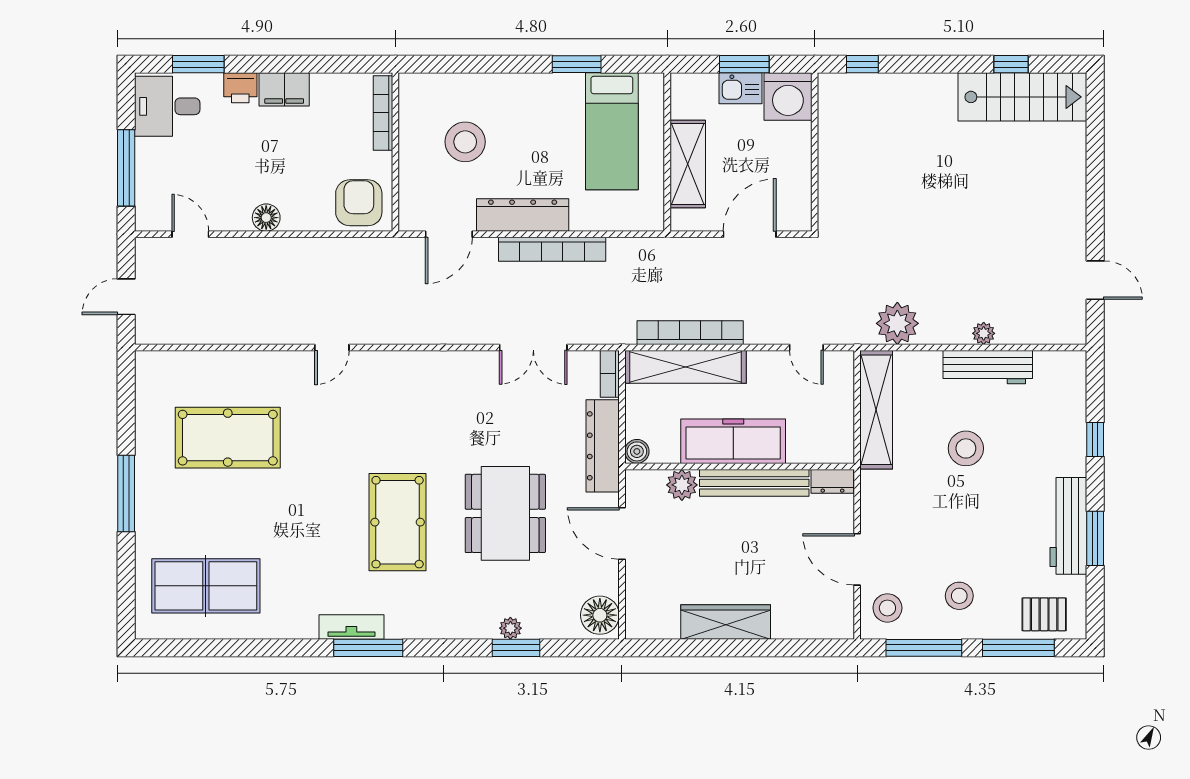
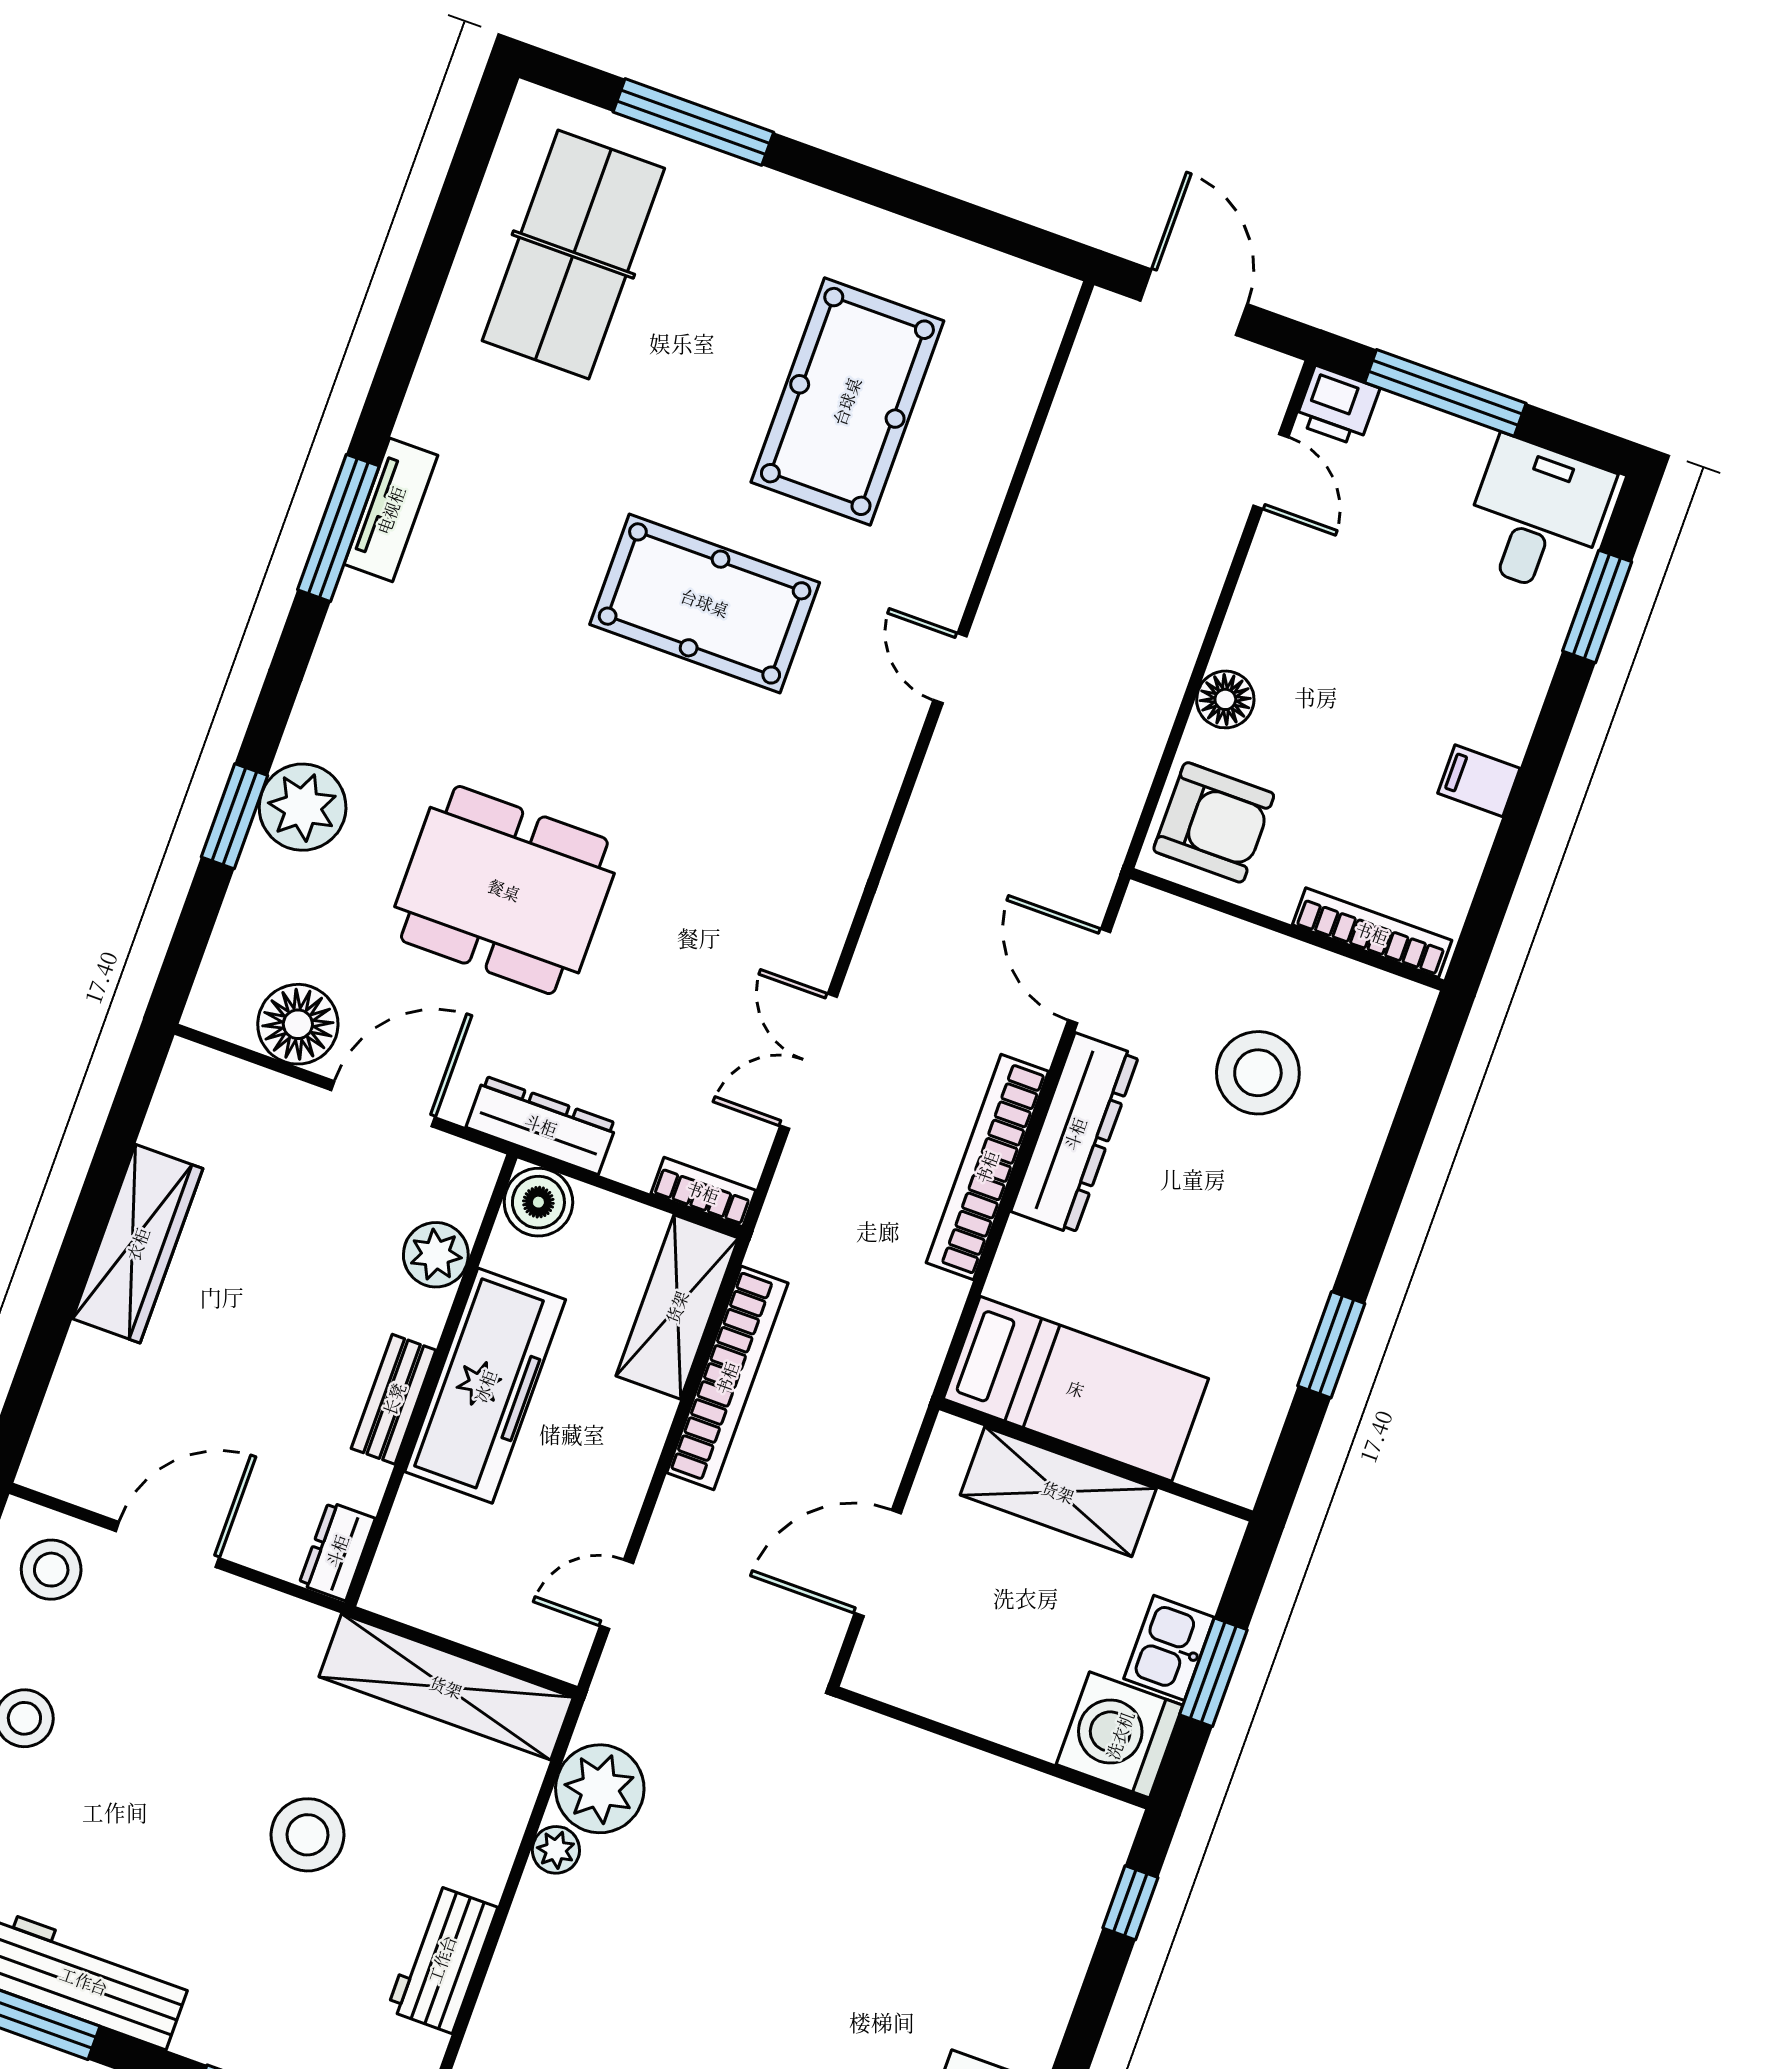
printer: (240, 88) -> (1337, 406), moved, turned -90
filing cabinet: (284, 89) -> (1479, 781), width x0.50
bed: (612, 131) -> (1076, 1389), moved, turned 180
floor lamp: (266, 218) -> (1225, 699), moved
door: (190, 234) -> (1271, 471), hinge flipped
door: (750, 234) -> (878, 1563), swing flipped
door: (126, 297) -> (1194, 302), width x1.38
plant: (984, 333) -> (556, 1850), moved
shelving: (685, 367) -> (677, 1307), width x0.68
workbench: (988, 367) -> (442, 1959), width x0.73
dresser: (603, 446) -> (541, 1125), width x0.73, depth x0.80
boiler: (637, 451) -> (538, 1202), width x1.36, depth x1.36
bench: (754, 483) -> (394, 1399), width x0.54, depth x0.82
window: (126, 494) -> (693, 122), moved
pool table: (398, 522) -> (705, 603), moved
floor lamp: (600, 615) -> (298, 1024), moved
plant: (510, 628) -> (303, 807), width x1.87, depth x1.87

